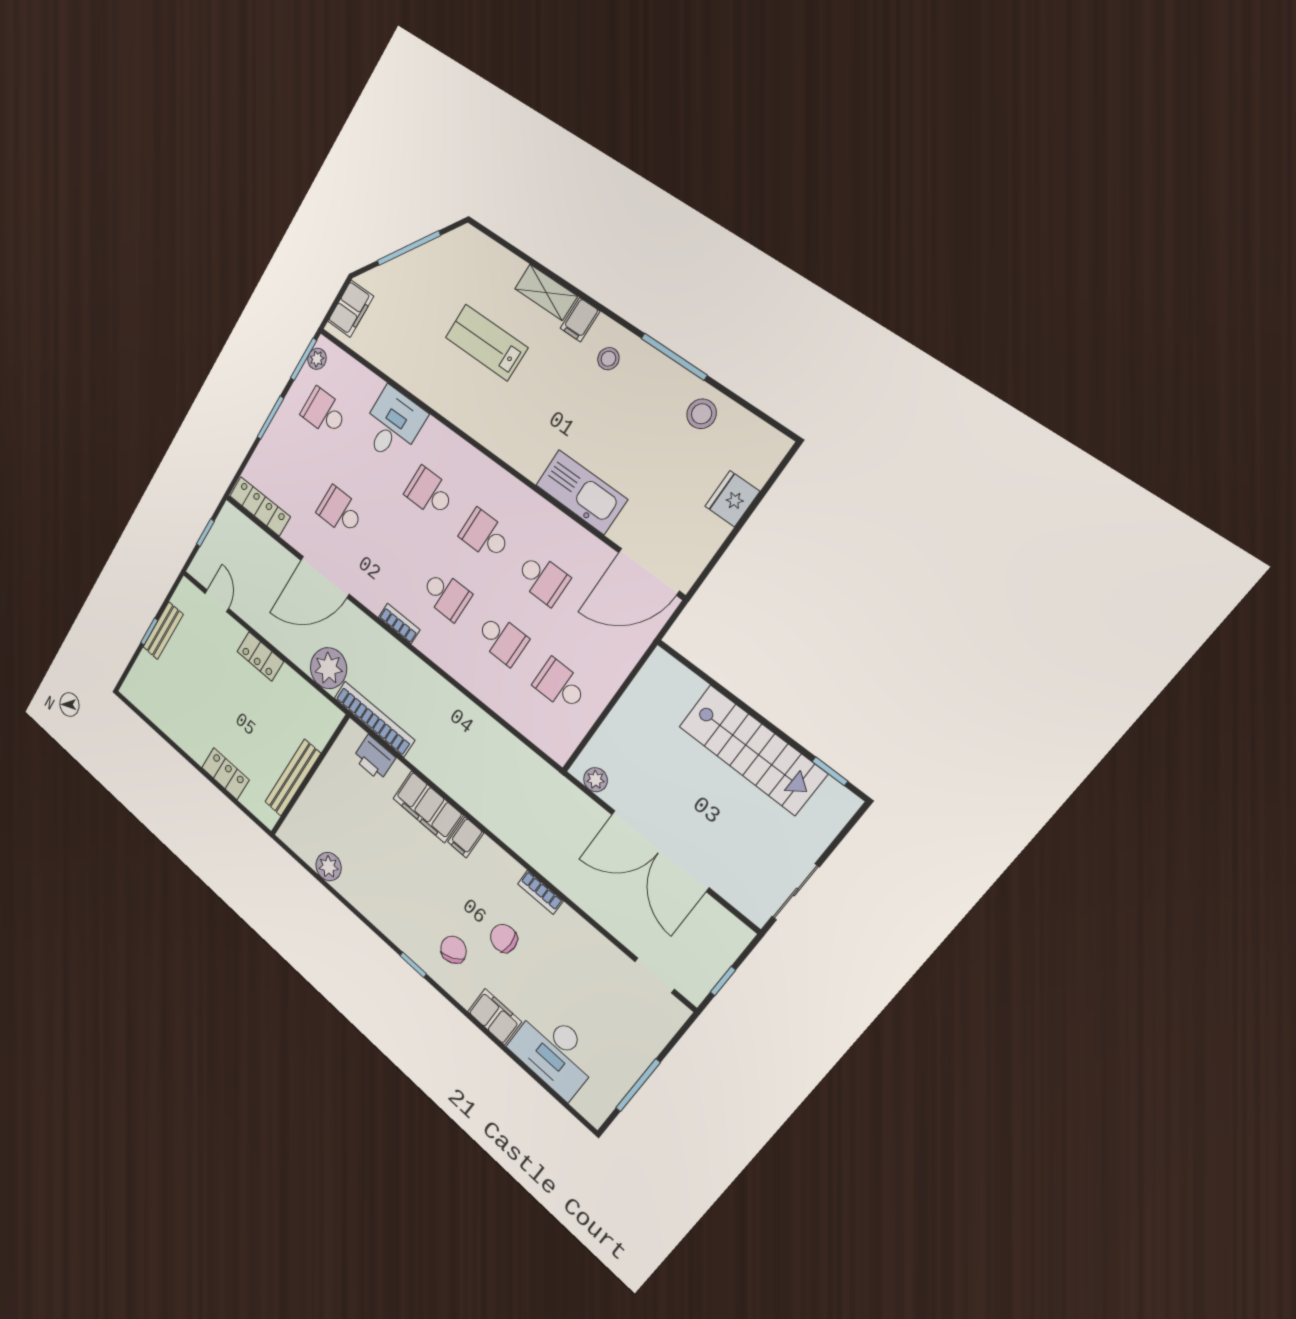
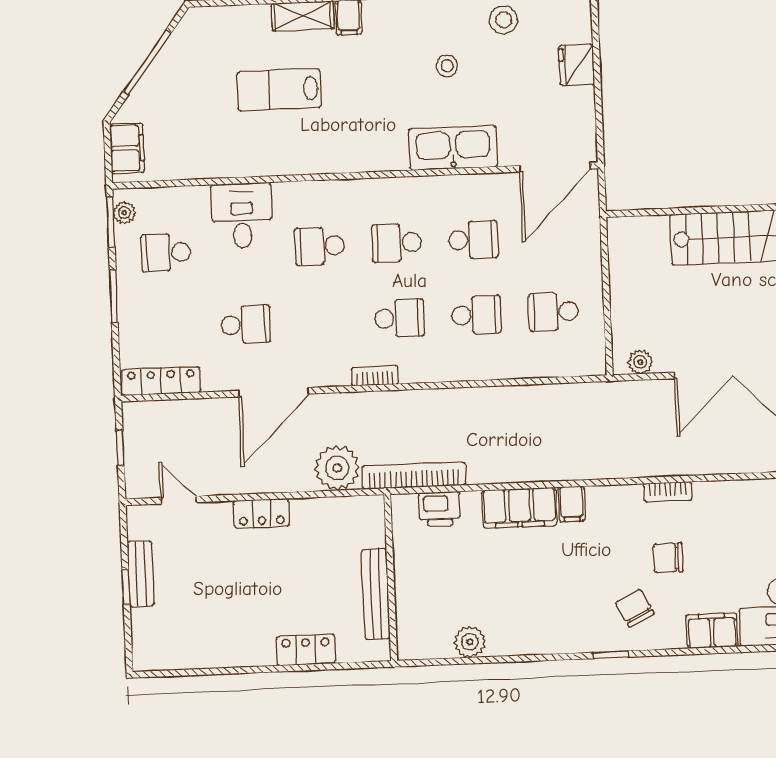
stool: (608, 359) -> (447, 66), moved
school desk: (340, 511) -> (246, 325), turned 180

